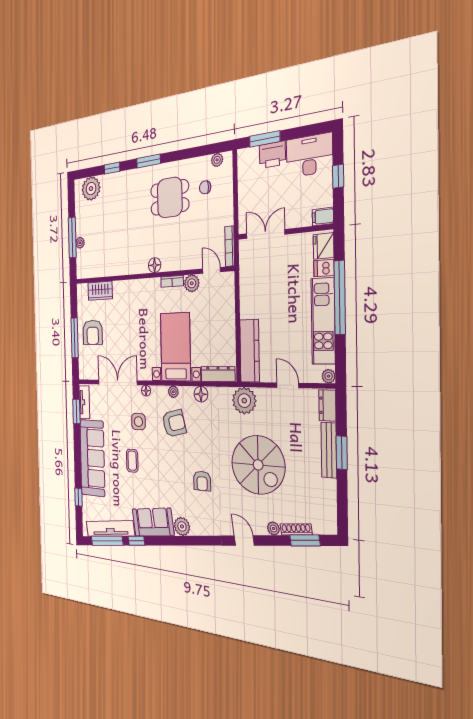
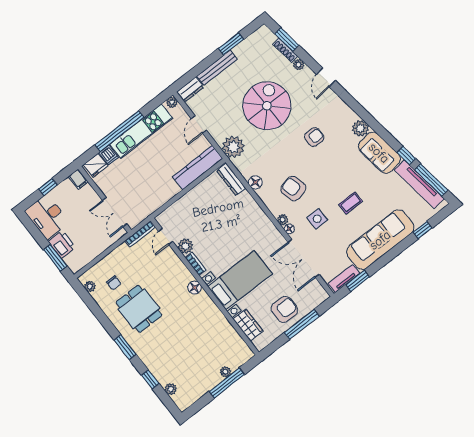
plant: (91, 189) -> (171, 389), width x0.53, depth x0.53
bed with nightstands: (175, 347) -> (240, 280), moved, turned 180
plant: (173, 392) -> (283, 220), moved
window: (342, 453) -> (231, 44), moved

